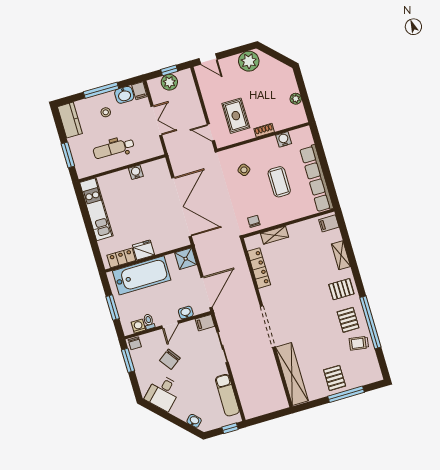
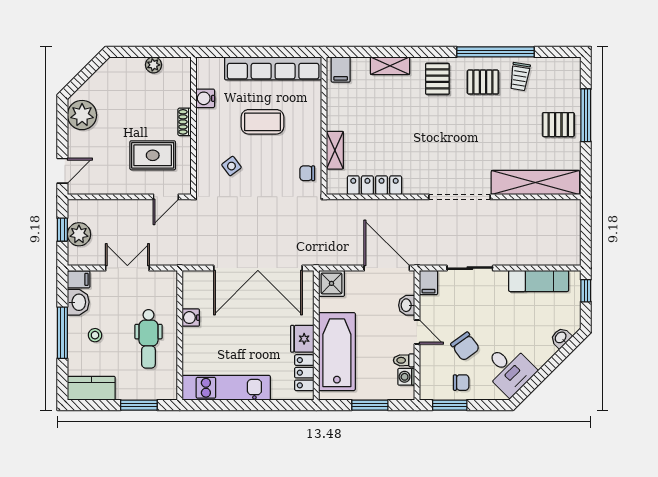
double door: (182, 207) -> (258, 268), swing flipped
chair: (135, 343) -> (461, 383), moved

